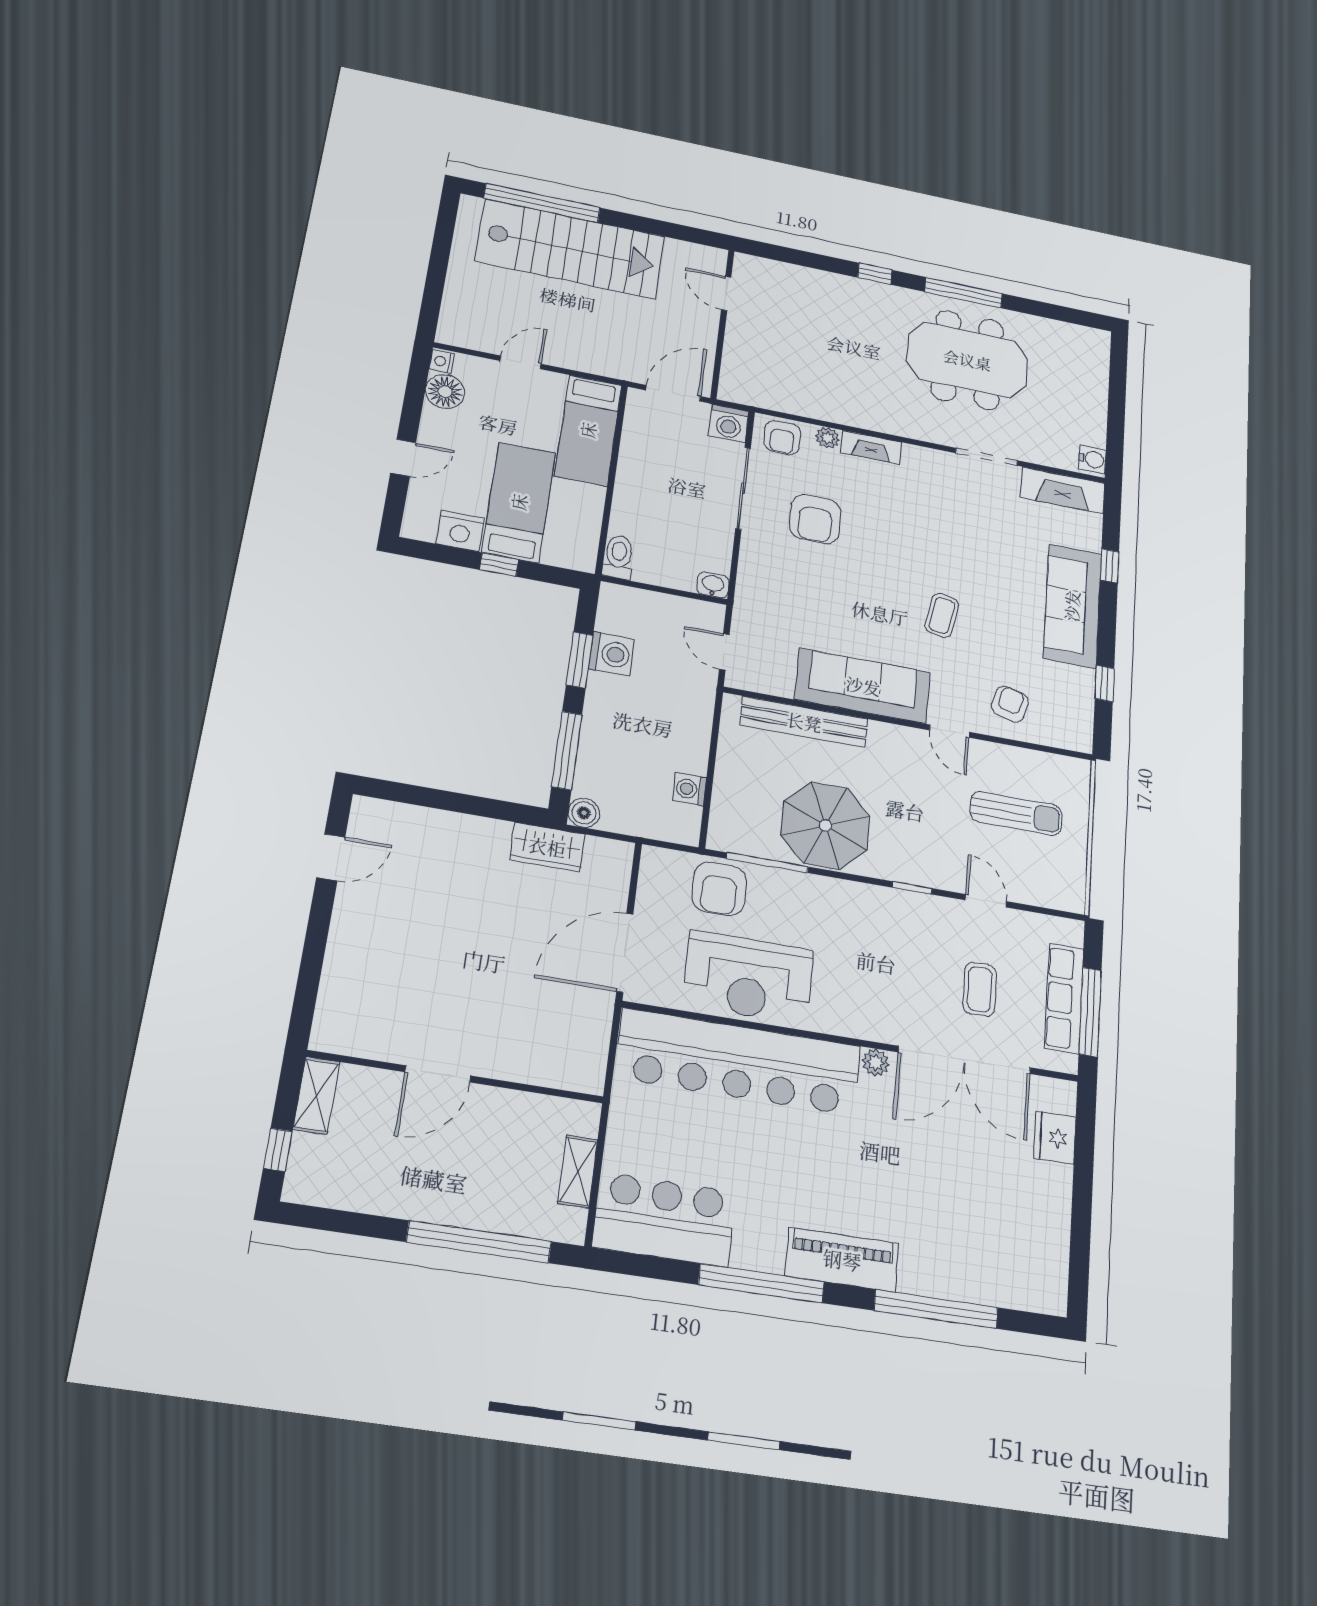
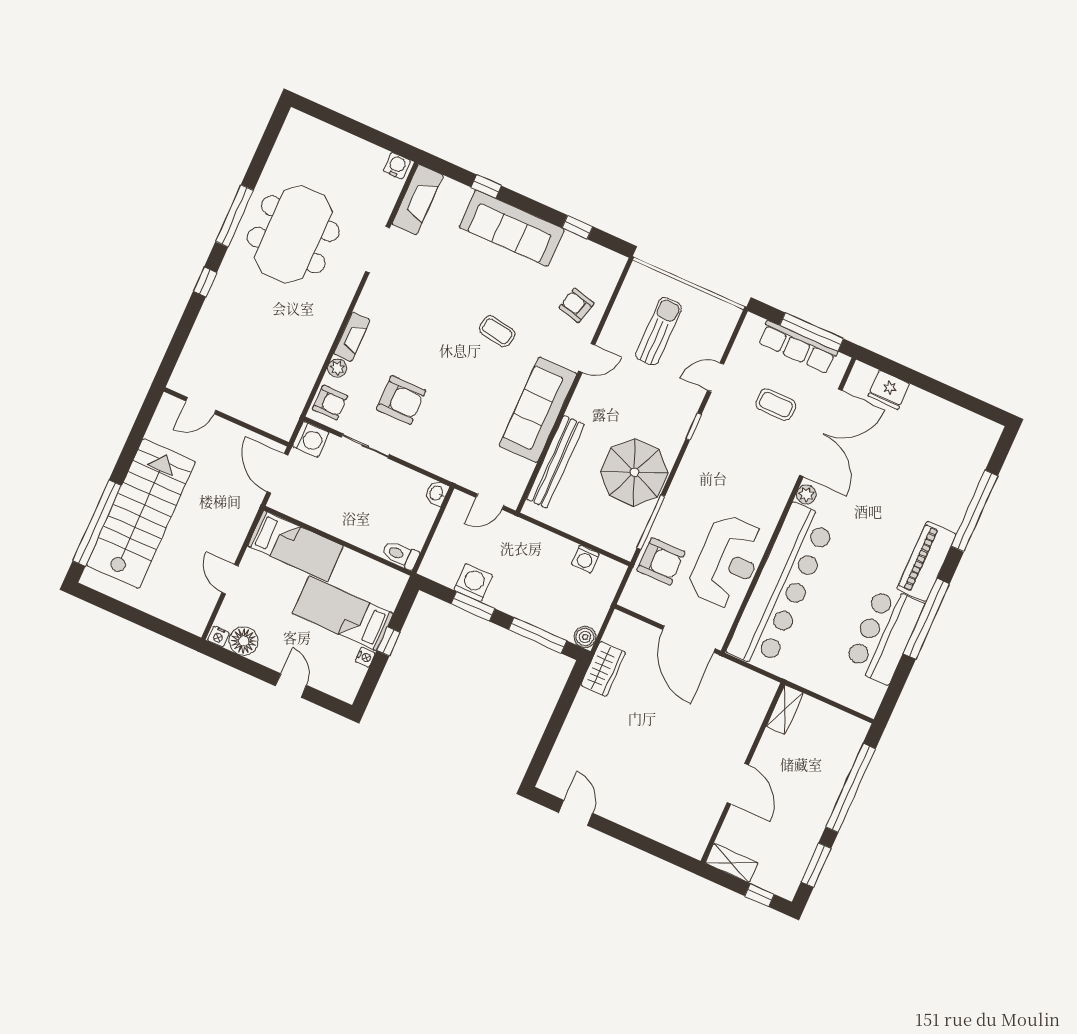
sliding door: (743, 488) -> (365, 446), width x0.73
nightstand: (460, 531) -> (365, 657), width x0.53, depth x0.56
shelving: (578, 1172) -> (785, 710), moved, turned 90
bar counter: (664, 1219) -> (884, 635), moved
window: (347, 1222) -> (816, 865), added

